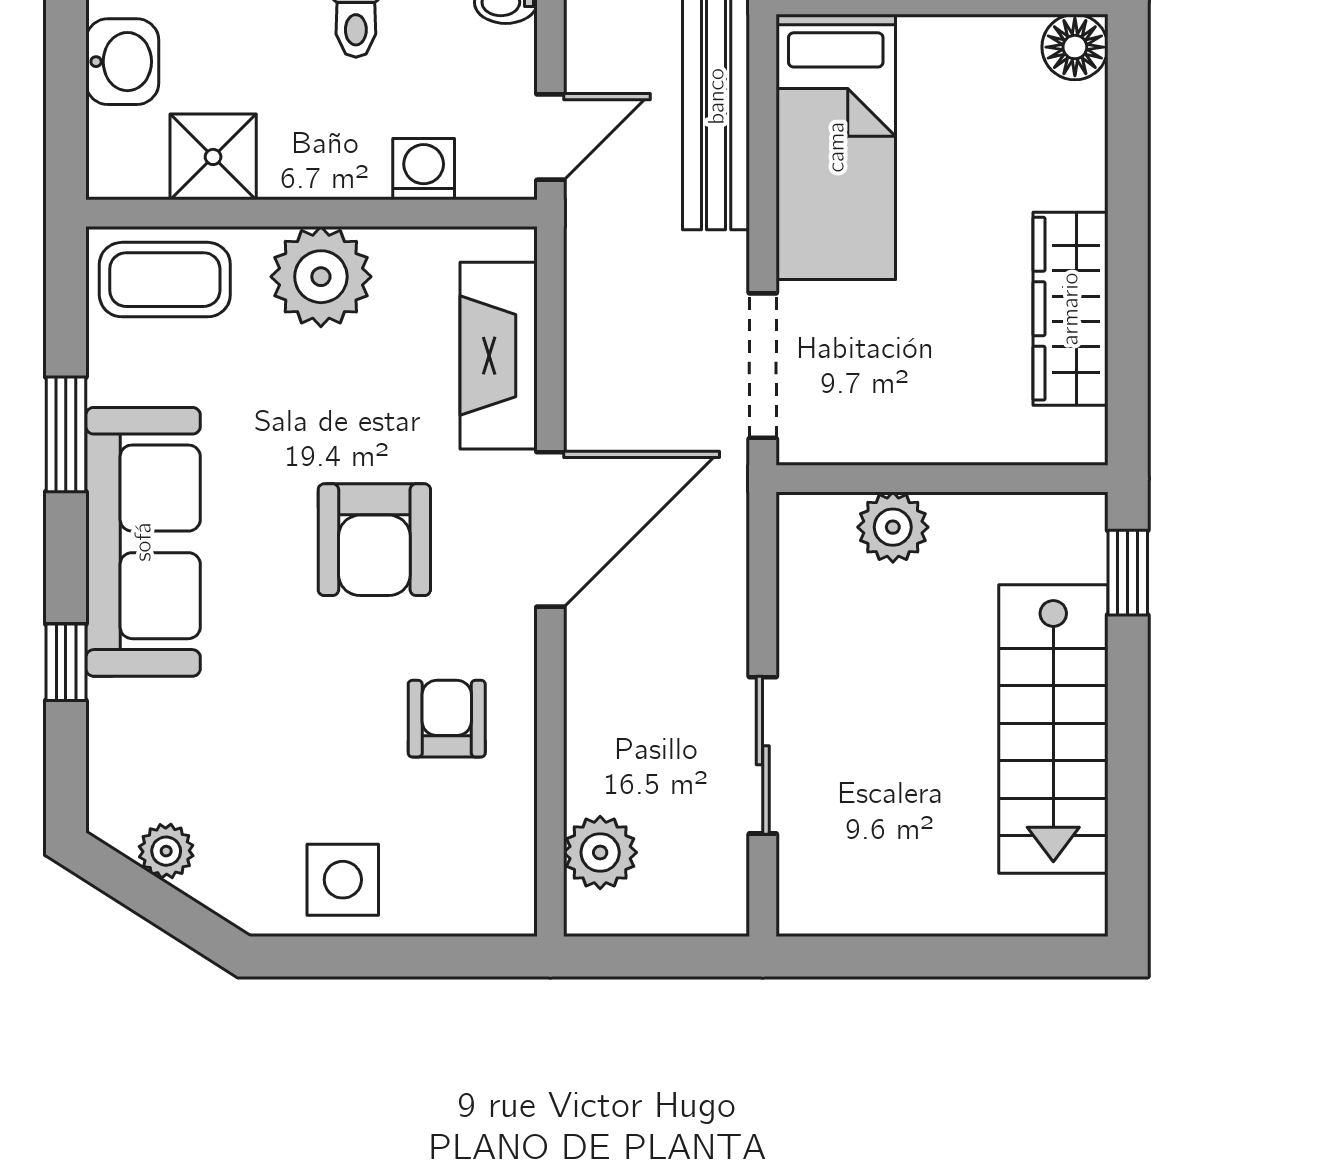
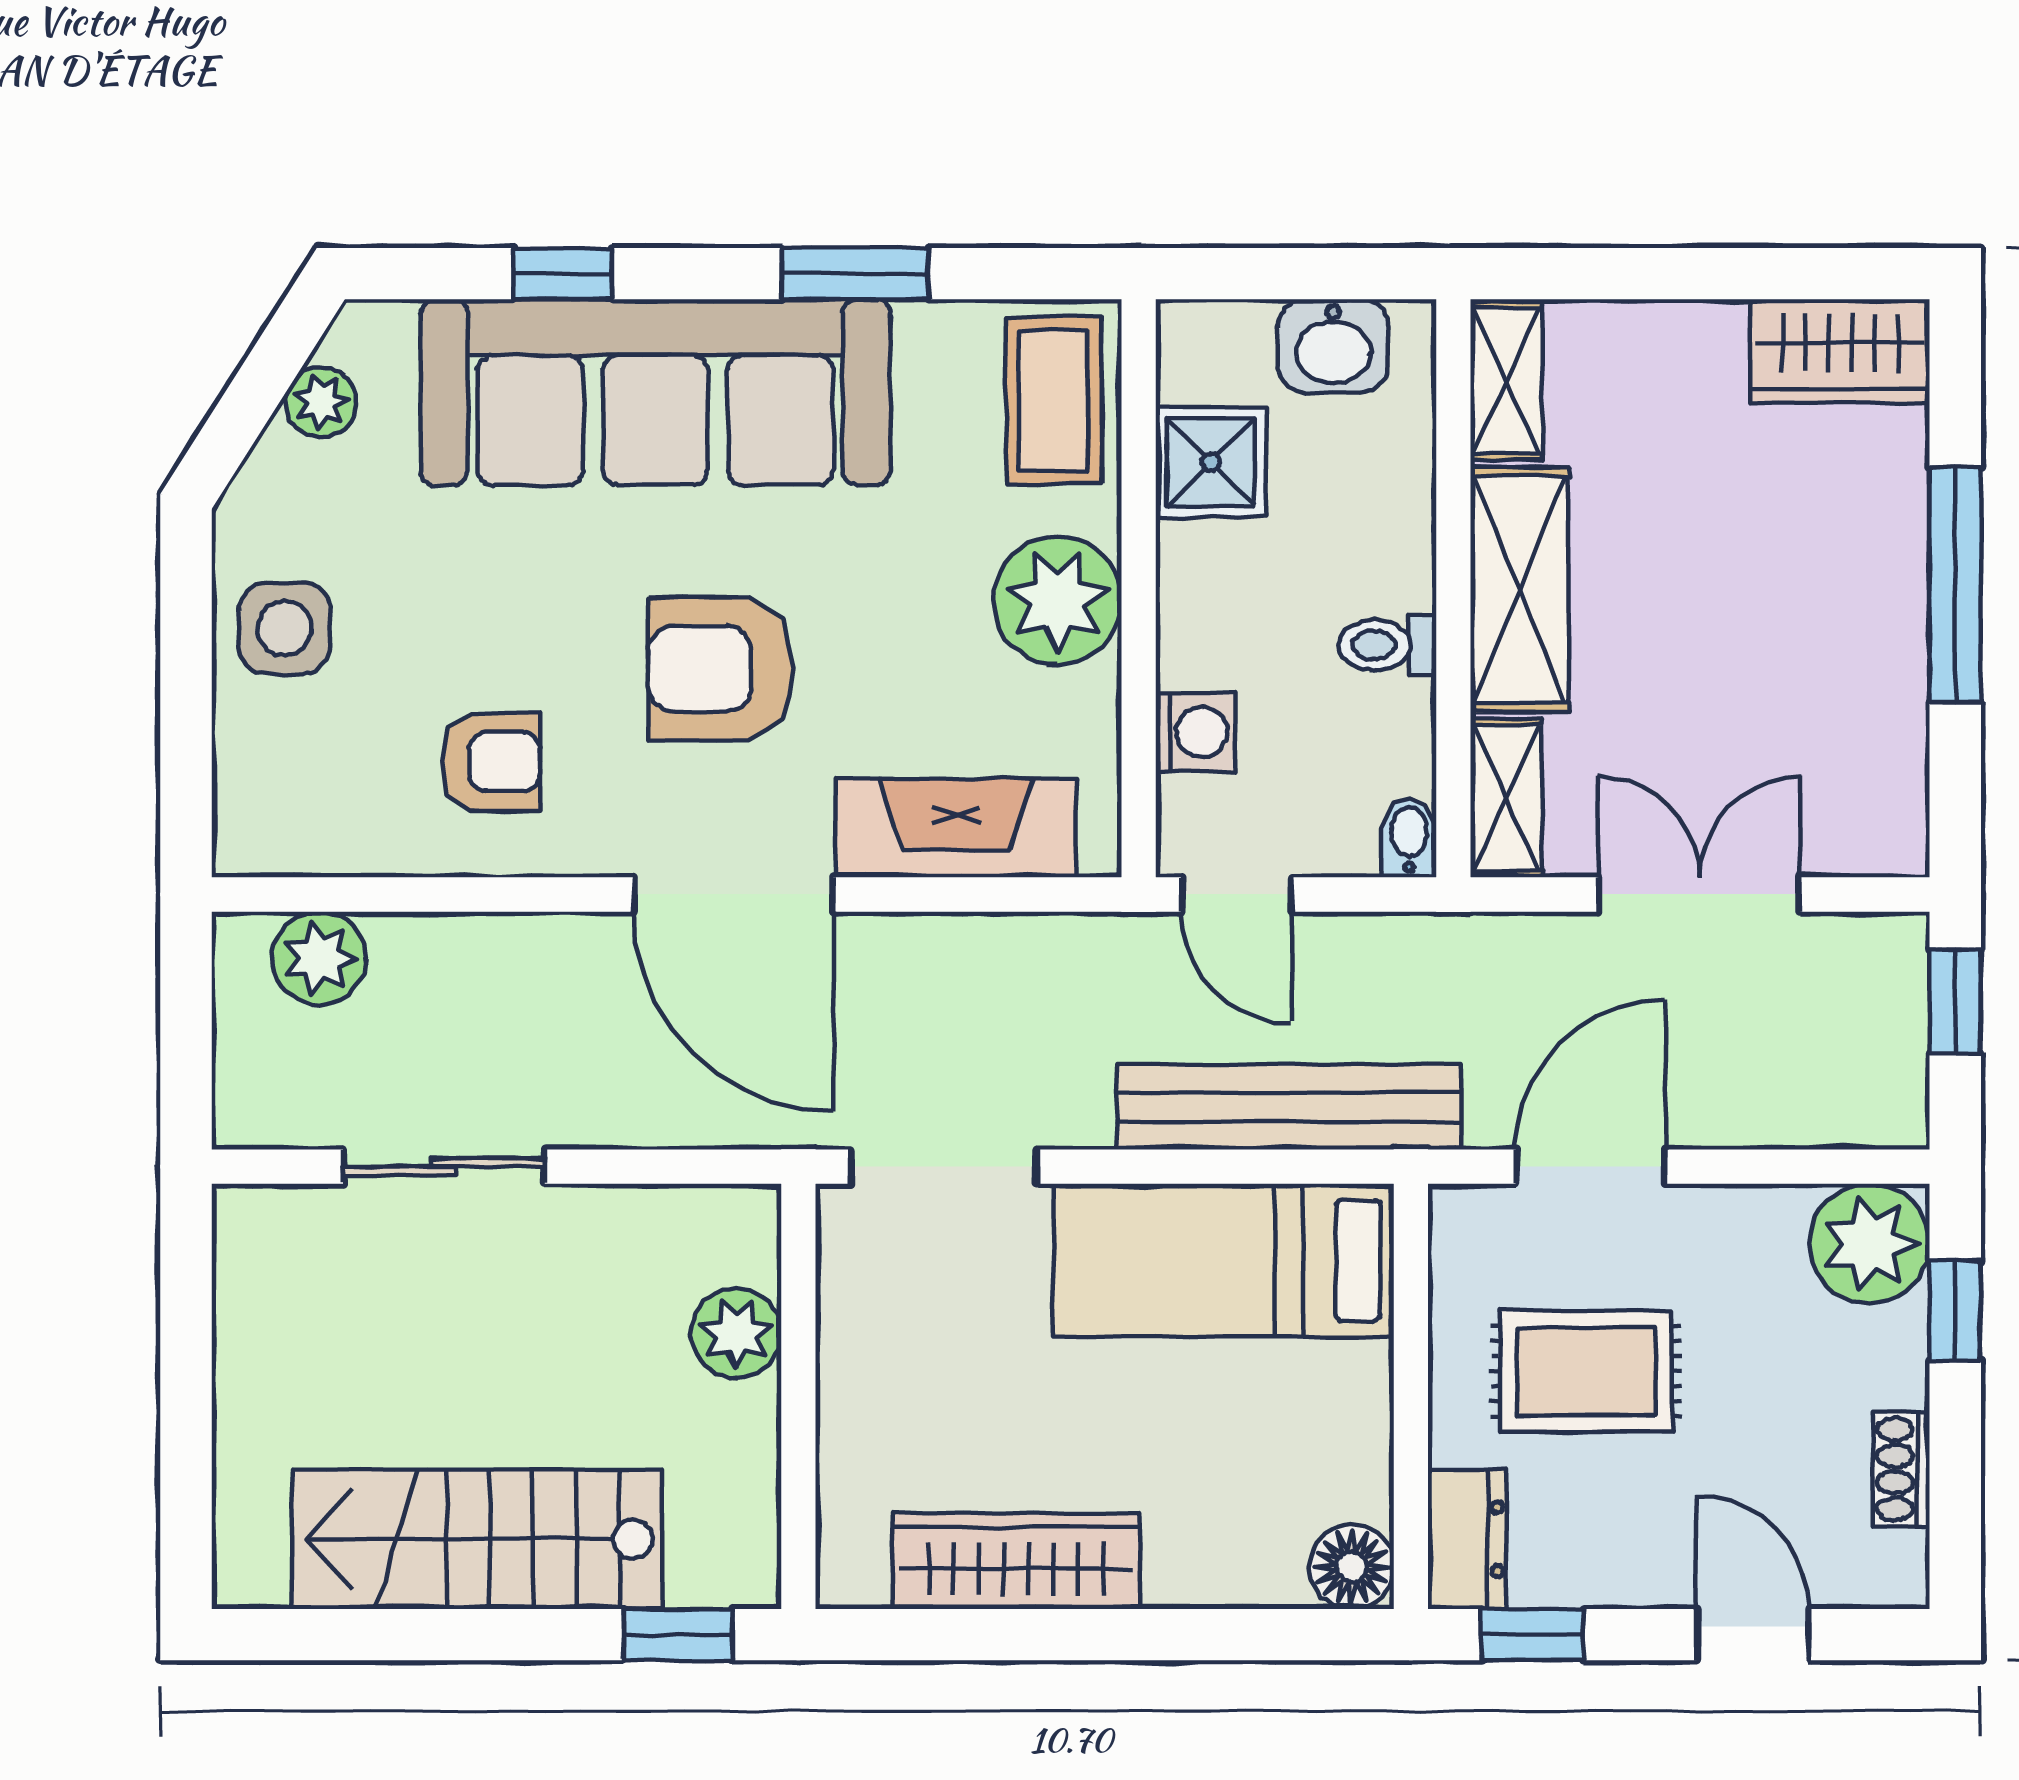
sofa: (143, 542) -> (655, 392), width x1.36, depth x1.27

